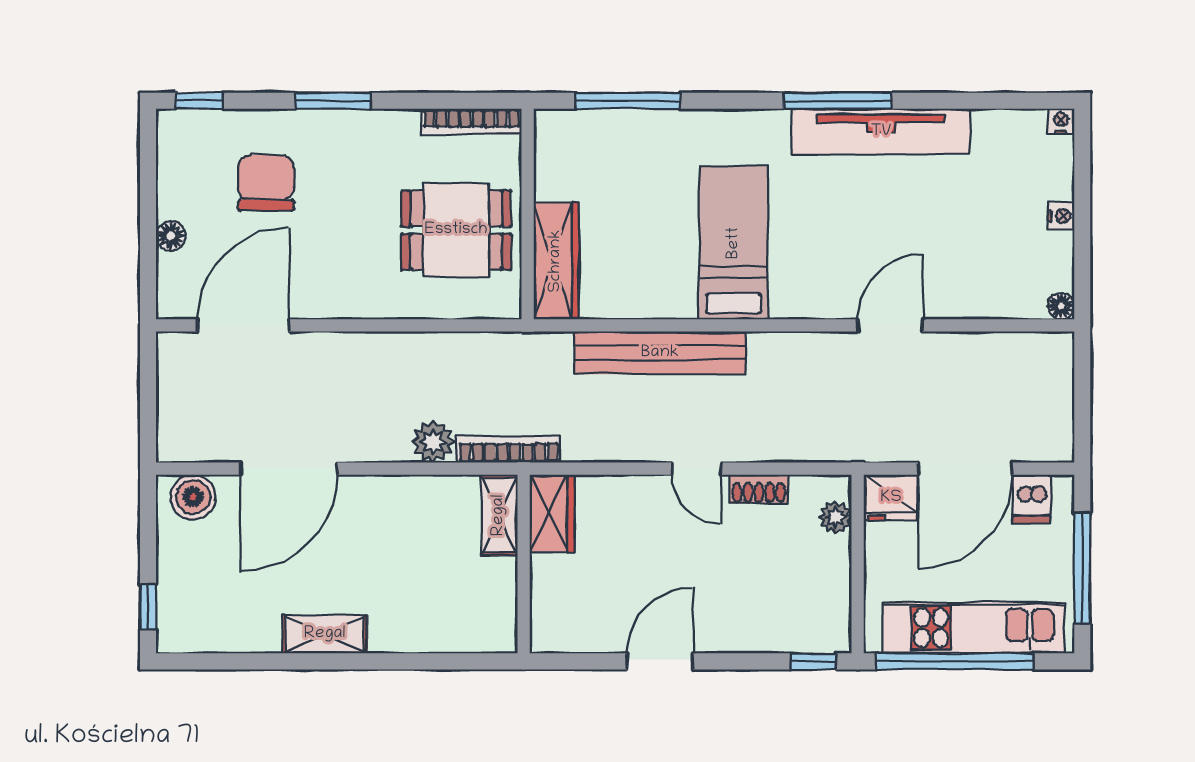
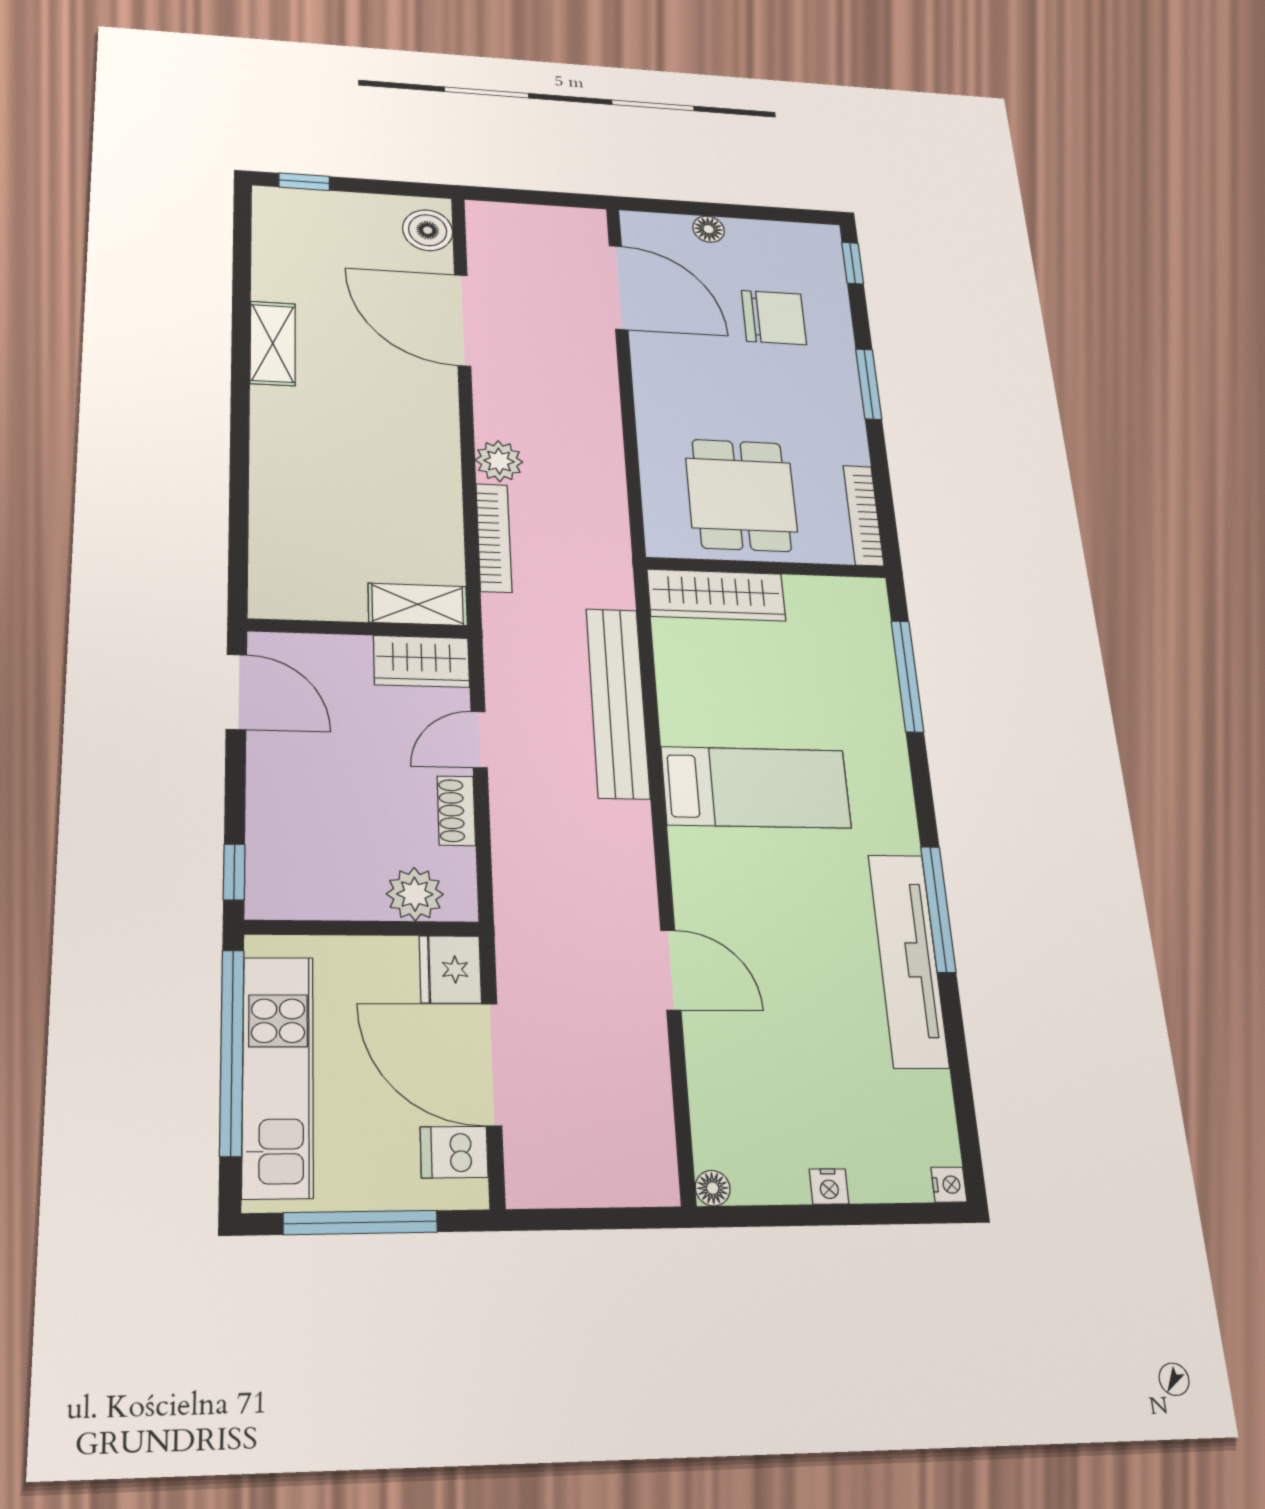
wardrobe: (552, 513) -> (422, 661), moved
shelving: (499, 515) -> (418, 604), moved
plant: (836, 517) -> (415, 894), width x1.38, depth x1.38
wall: (524, 564) -> (358, 628), moved

